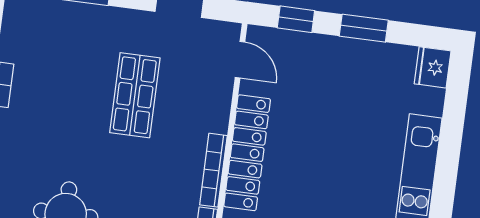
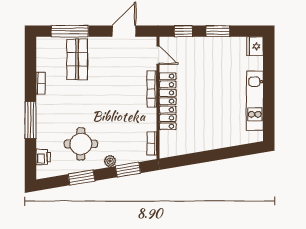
shop shelf: (135, 95) -> (77, 59), moved
bookcase: (213, 170) -> (152, 89), moved

